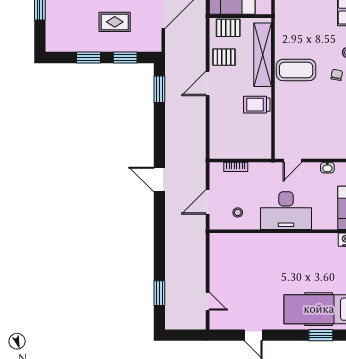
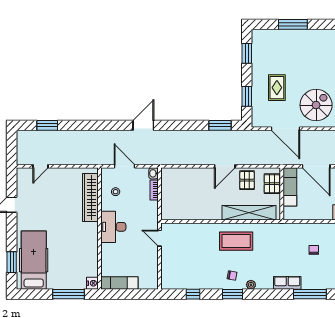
window: (89, 57) -> (247, 53), moved
coffee table: (296, 70) -> (236, 241), turned 90
door: (208, 83) -> (225, 166), swing flipped
trolley: (257, 105) -> (207, 208), removed
washbasin: (327, 168) -> (154, 173), moved
desk: (286, 211) -> (113, 227), width x0.73, depth x0.77
wardrobe: (244, 242) -> (90, 197), added

